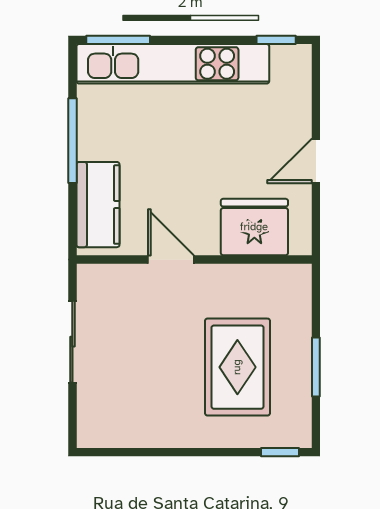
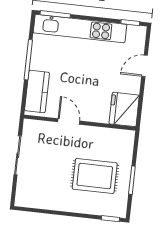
door: (316, 161) -> (145, 66), moved
fridge: (254, 227) -> (124, 109), moved, turned -90
rug: (237, 367) -> (95, 176), turned 90

